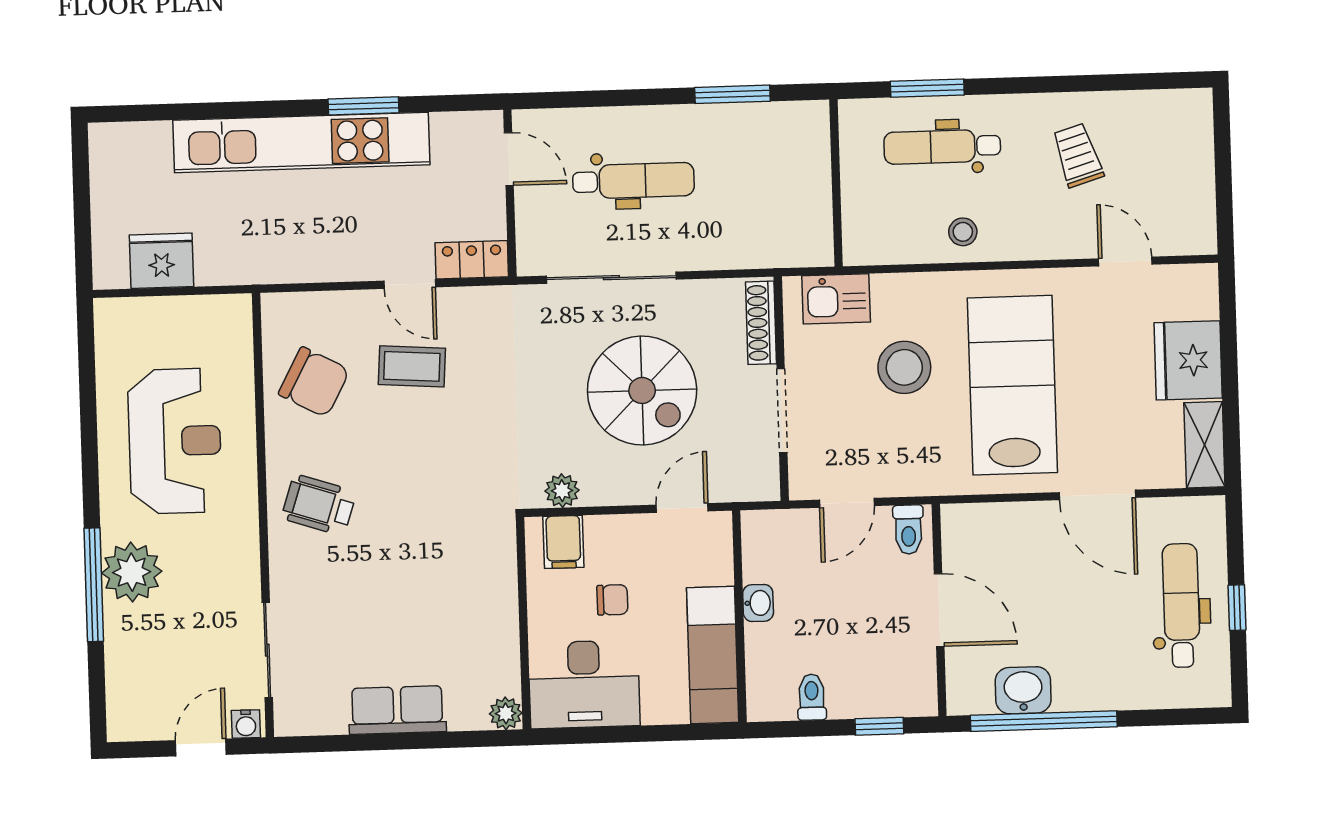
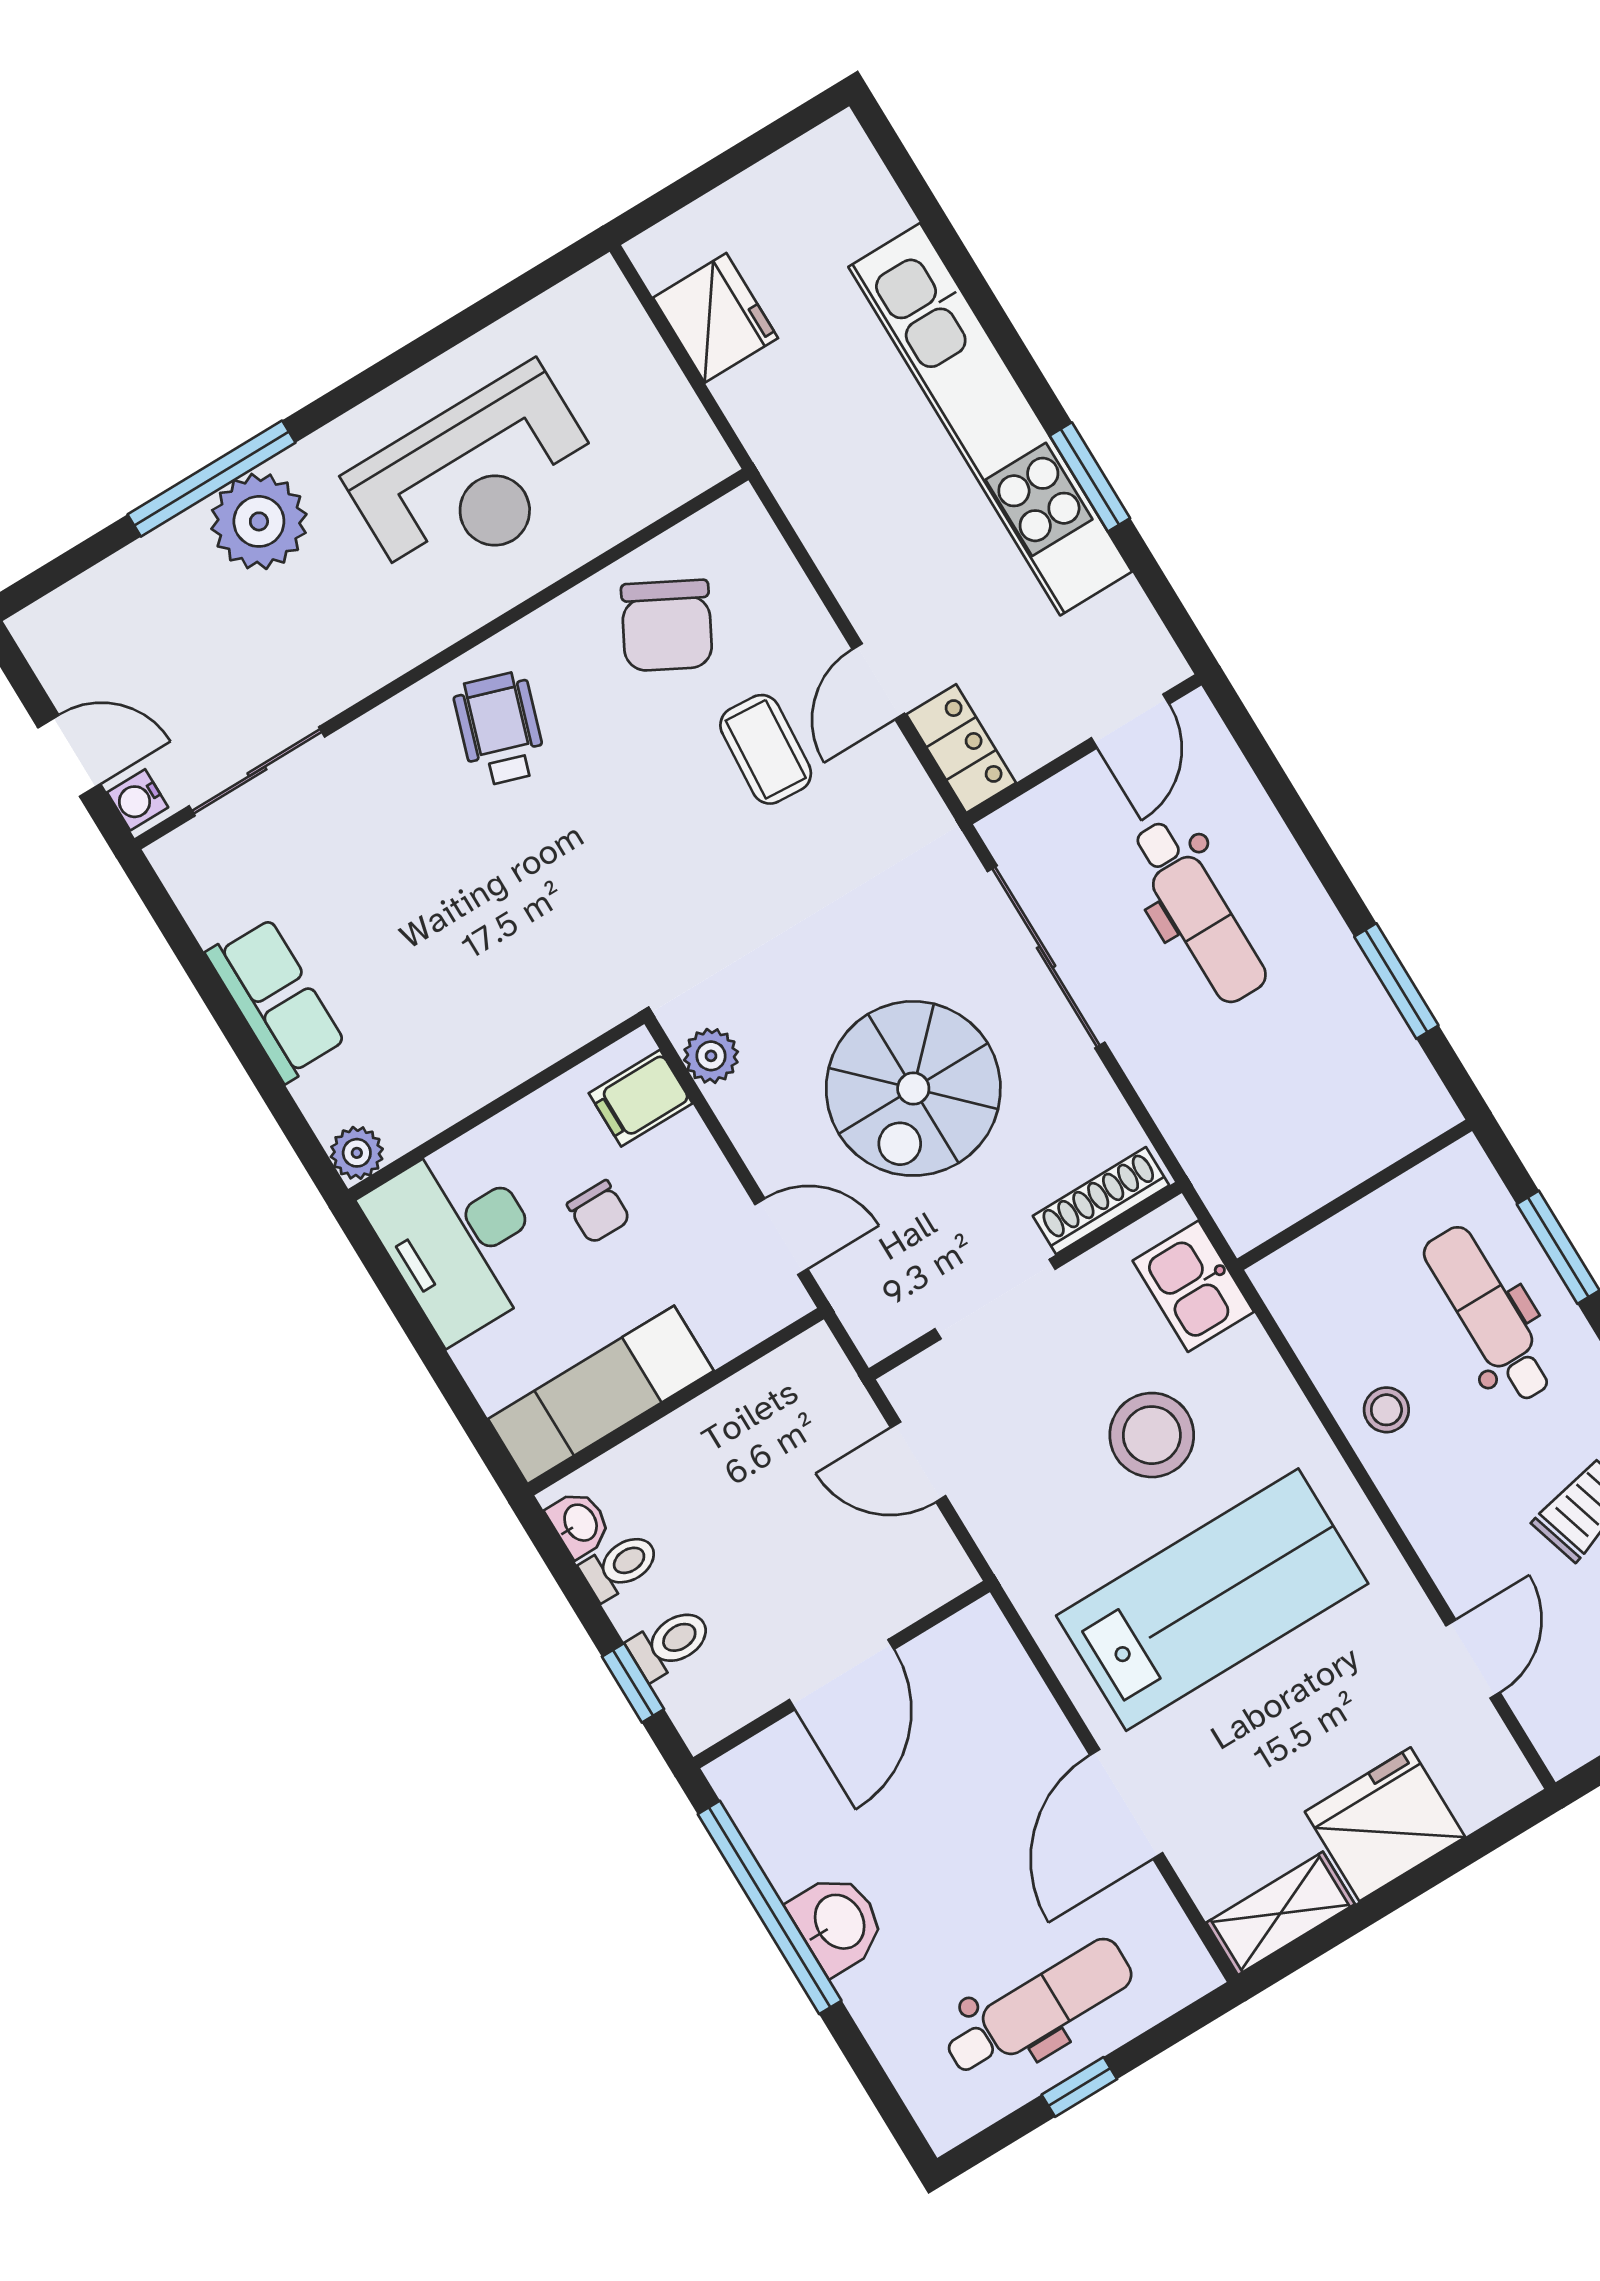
toilet: (908, 530) -> (670, 1643), moved, turned 180
washbasin: (758, 603) -> (579, 1523), moved, turned -90
washbasin: (1023, 690) -> (838, 1923), moved

